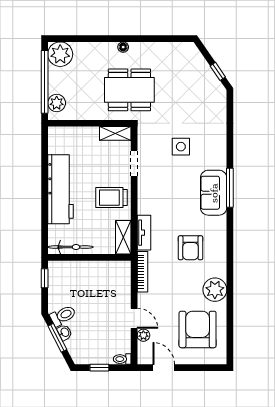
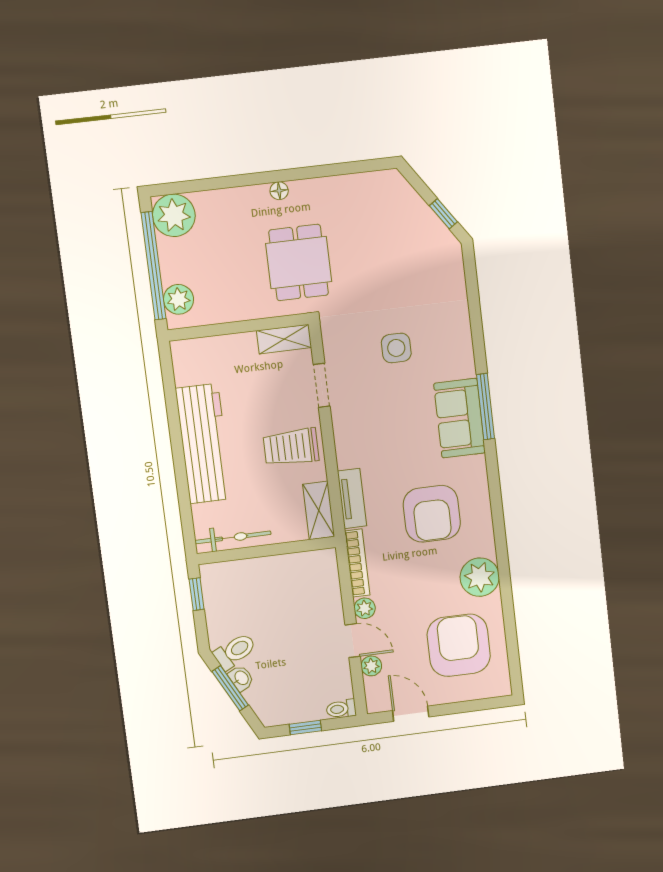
dining table: (129, 90) -> (299, 263), width x0.73
armchair: (190, 248) -> (432, 514), width x1.36, depth x1.36
plant: (144, 300) -> (365, 608), added

